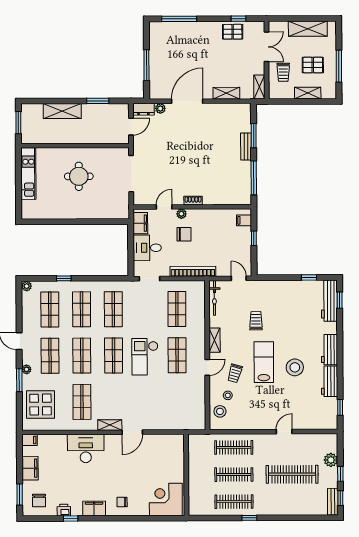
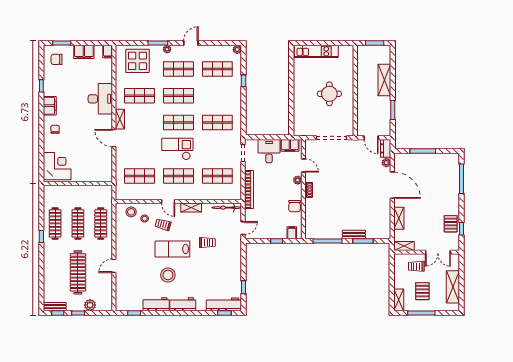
shelving: (308, 93) -> (399, 300), moved
kitchen unit: (28, 174) -> (316, 51), moved
chair: (184, 234) -> (295, 206), moved
shop shelf: (82, 309) -> (140, 176), moved
lab bench: (264, 362) -> (172, 249), turned 180
door: (284, 432) -> (114, 266), swing flipped
printer: (64, 510) -> (48, 80), removed

